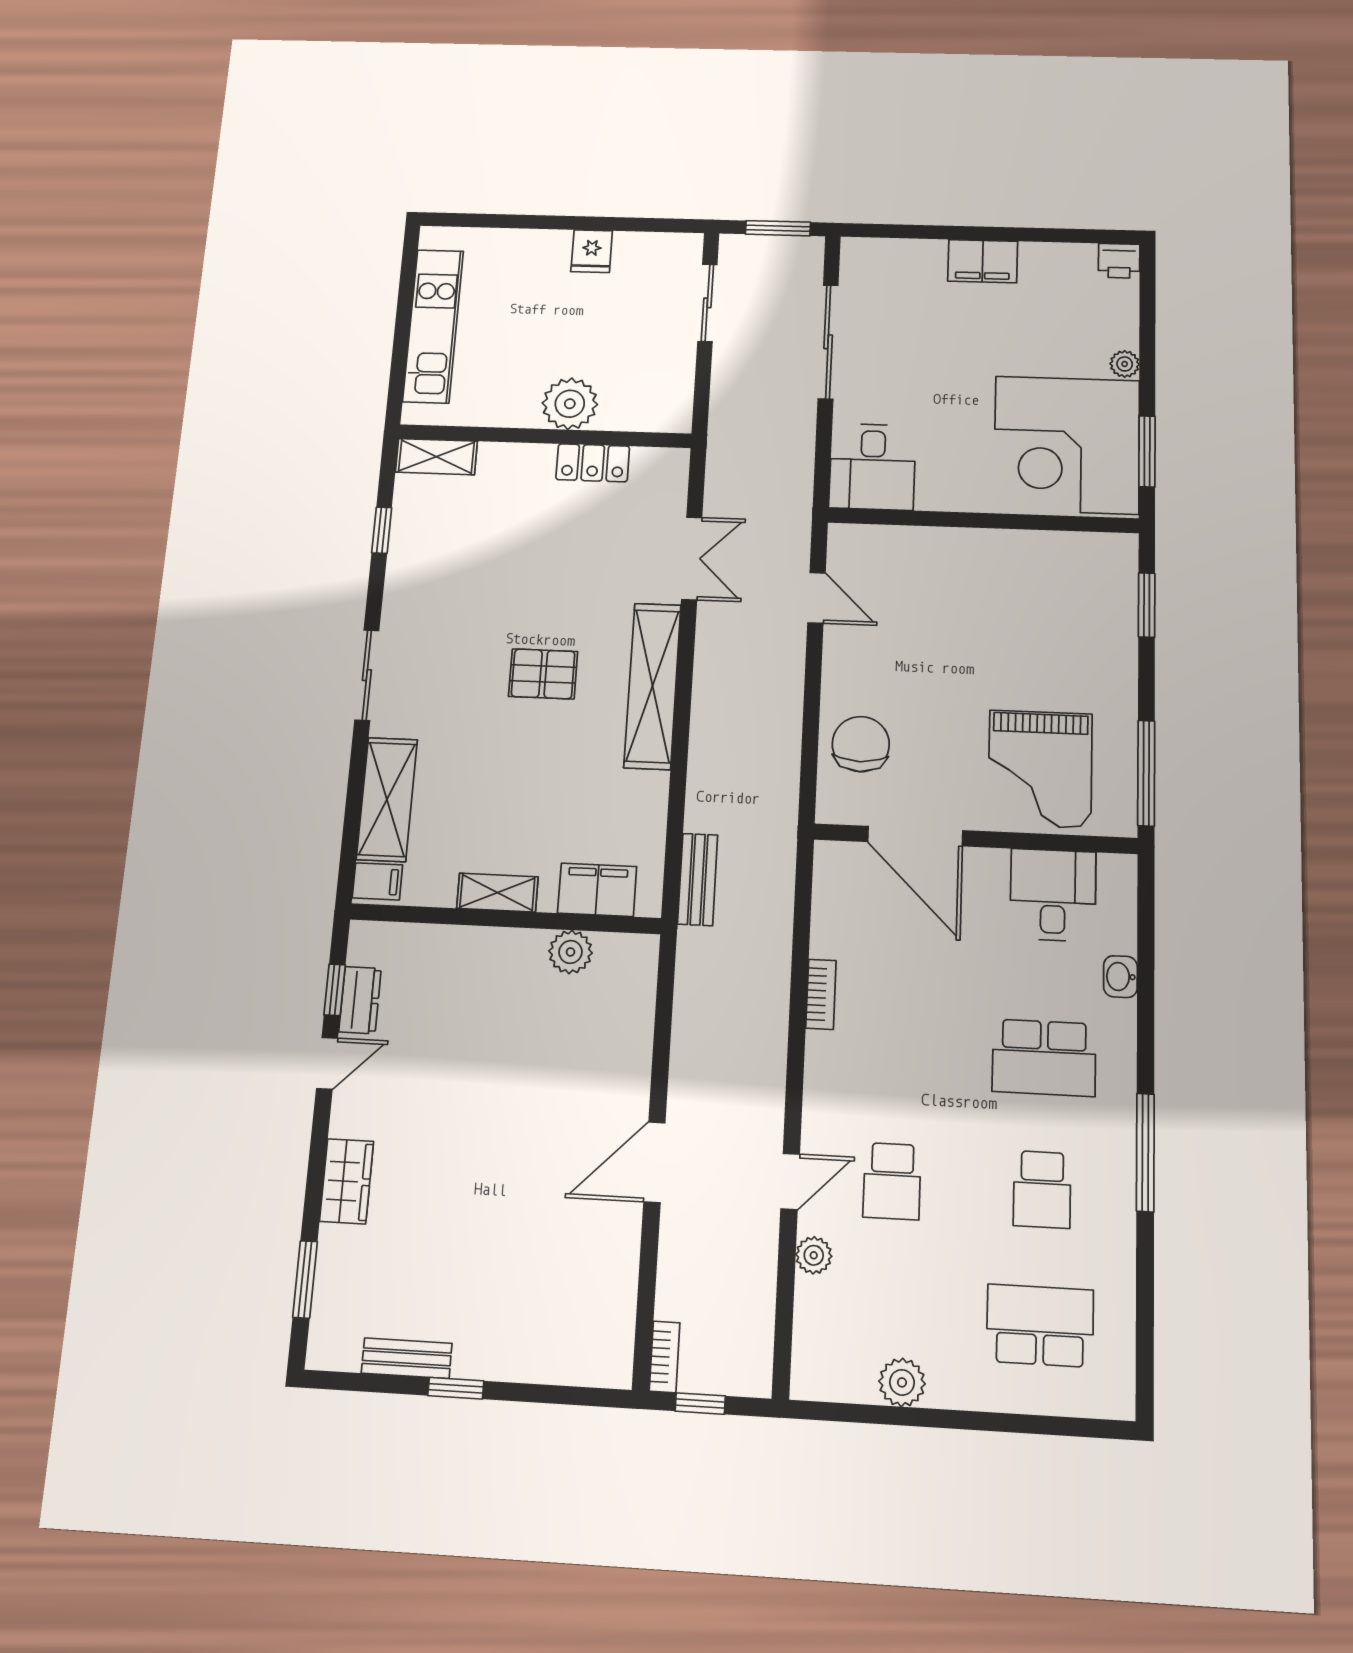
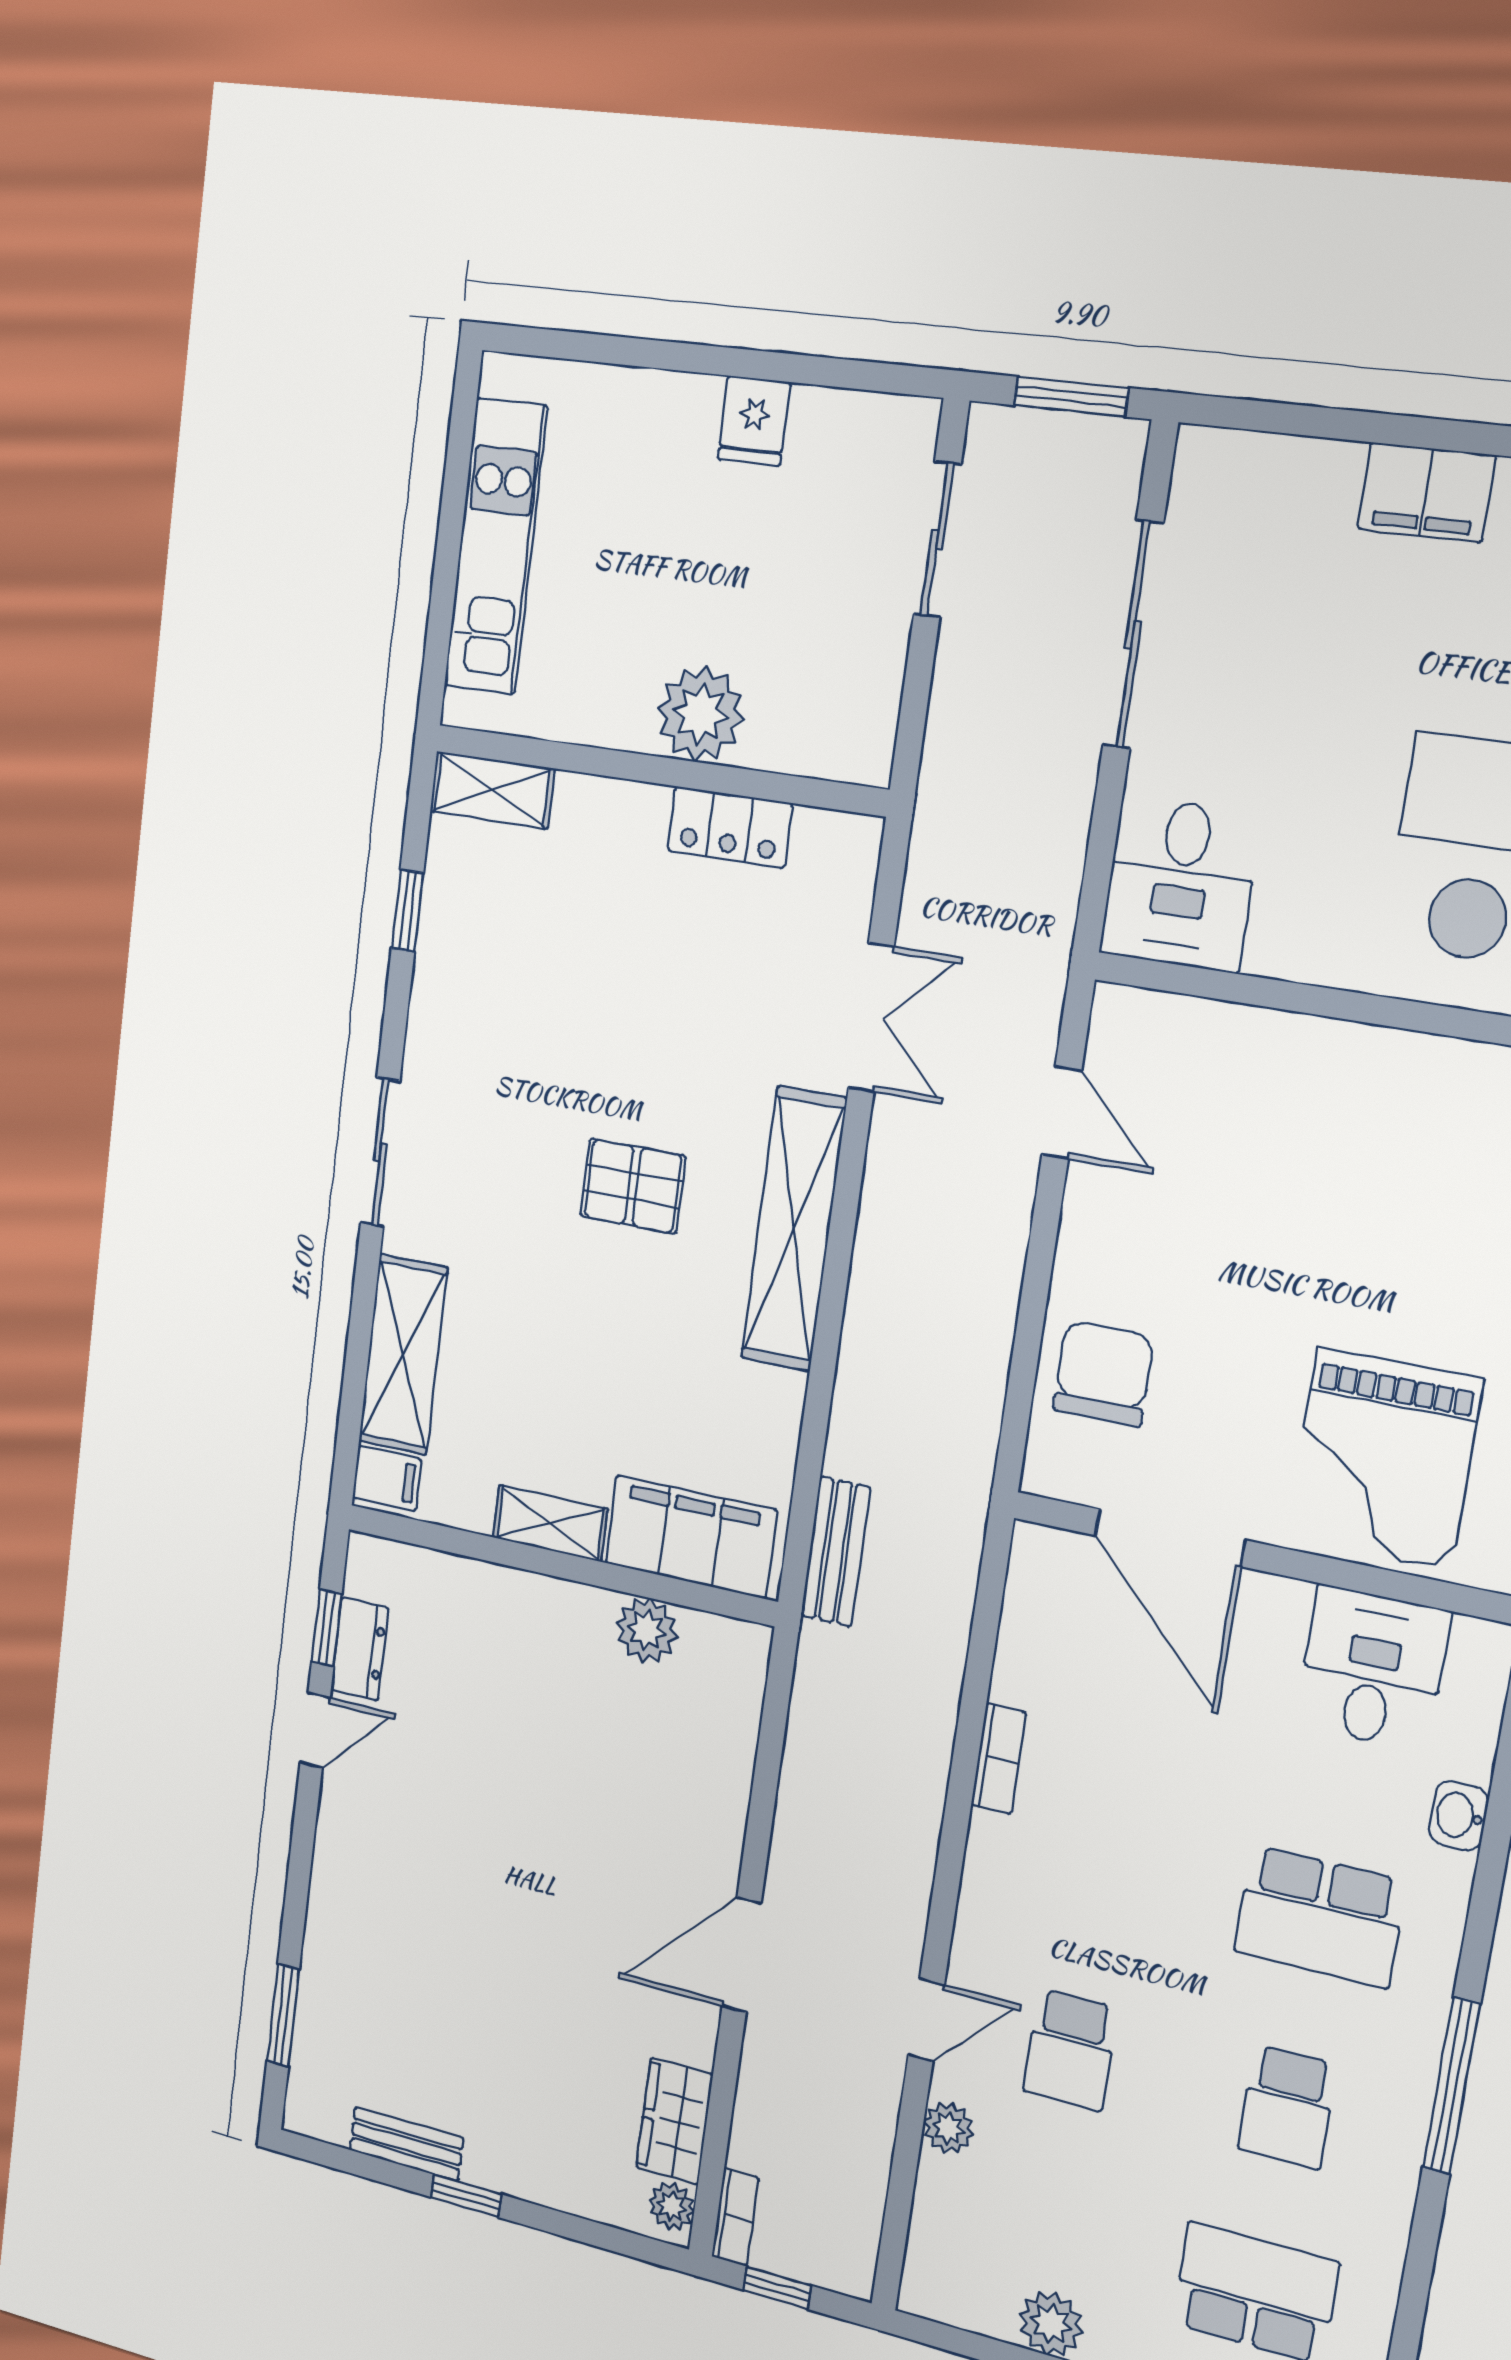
filing cabinet: (597, 890) -> (691, 1537), width x1.50, depth x1.17
wardrobe: (347, 1181) -> (674, 2121), moved, turned 180
plant: (616, 1360) -> (672, 2206), added

